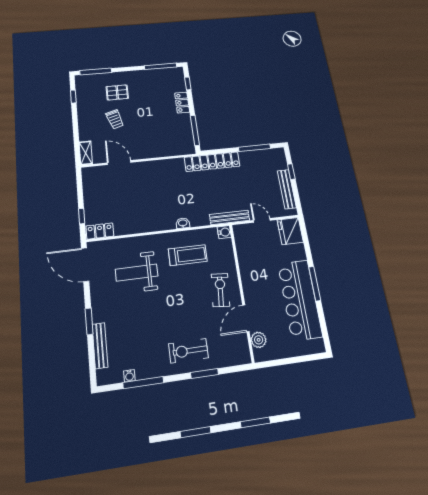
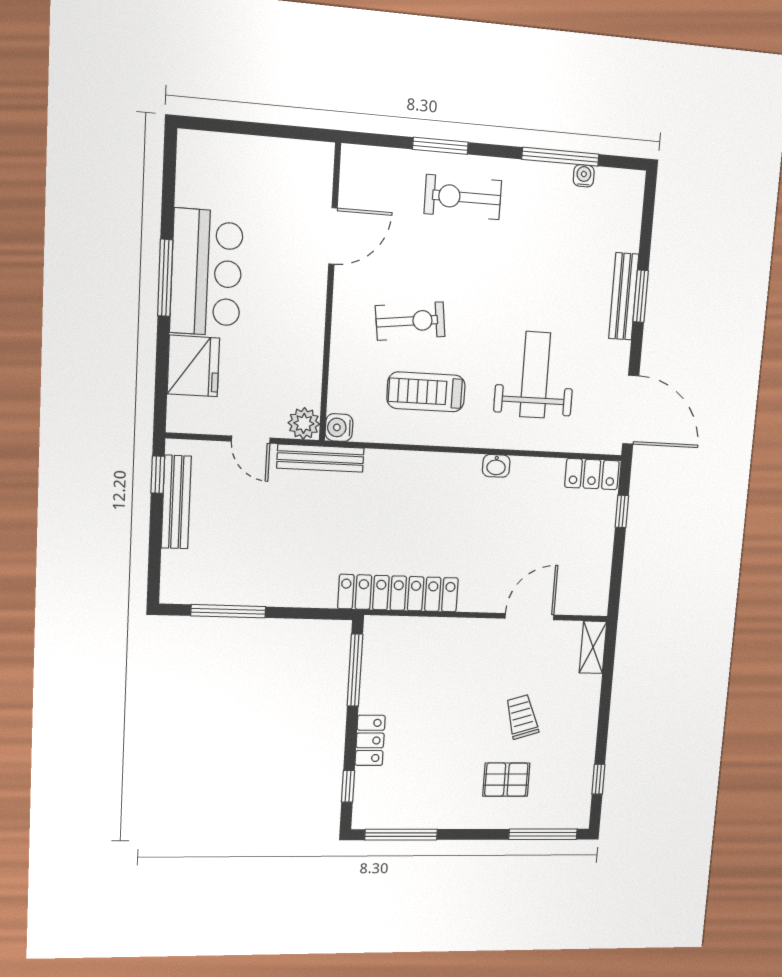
locker: (212, 162) -> (398, 593), moved
door: (119, 163) -> (530, 617), swing flipped
window: (291, 172) -> (158, 475), moved
washbasin: (183, 223) -> (496, 466), moved
fridge: (290, 231) -> (193, 366), moved
weight bench: (137, 273) -> (535, 375), turned -90
exercise bike: (220, 290) -> (410, 321), moved, turned -102
bar counter: (300, 300) -> (206, 273), width x0.73
plant: (259, 340) -> (304, 423), moved
bench: (100, 346) -> (624, 296), moved
exercise bike: (188, 351) -> (463, 197), turned 180

